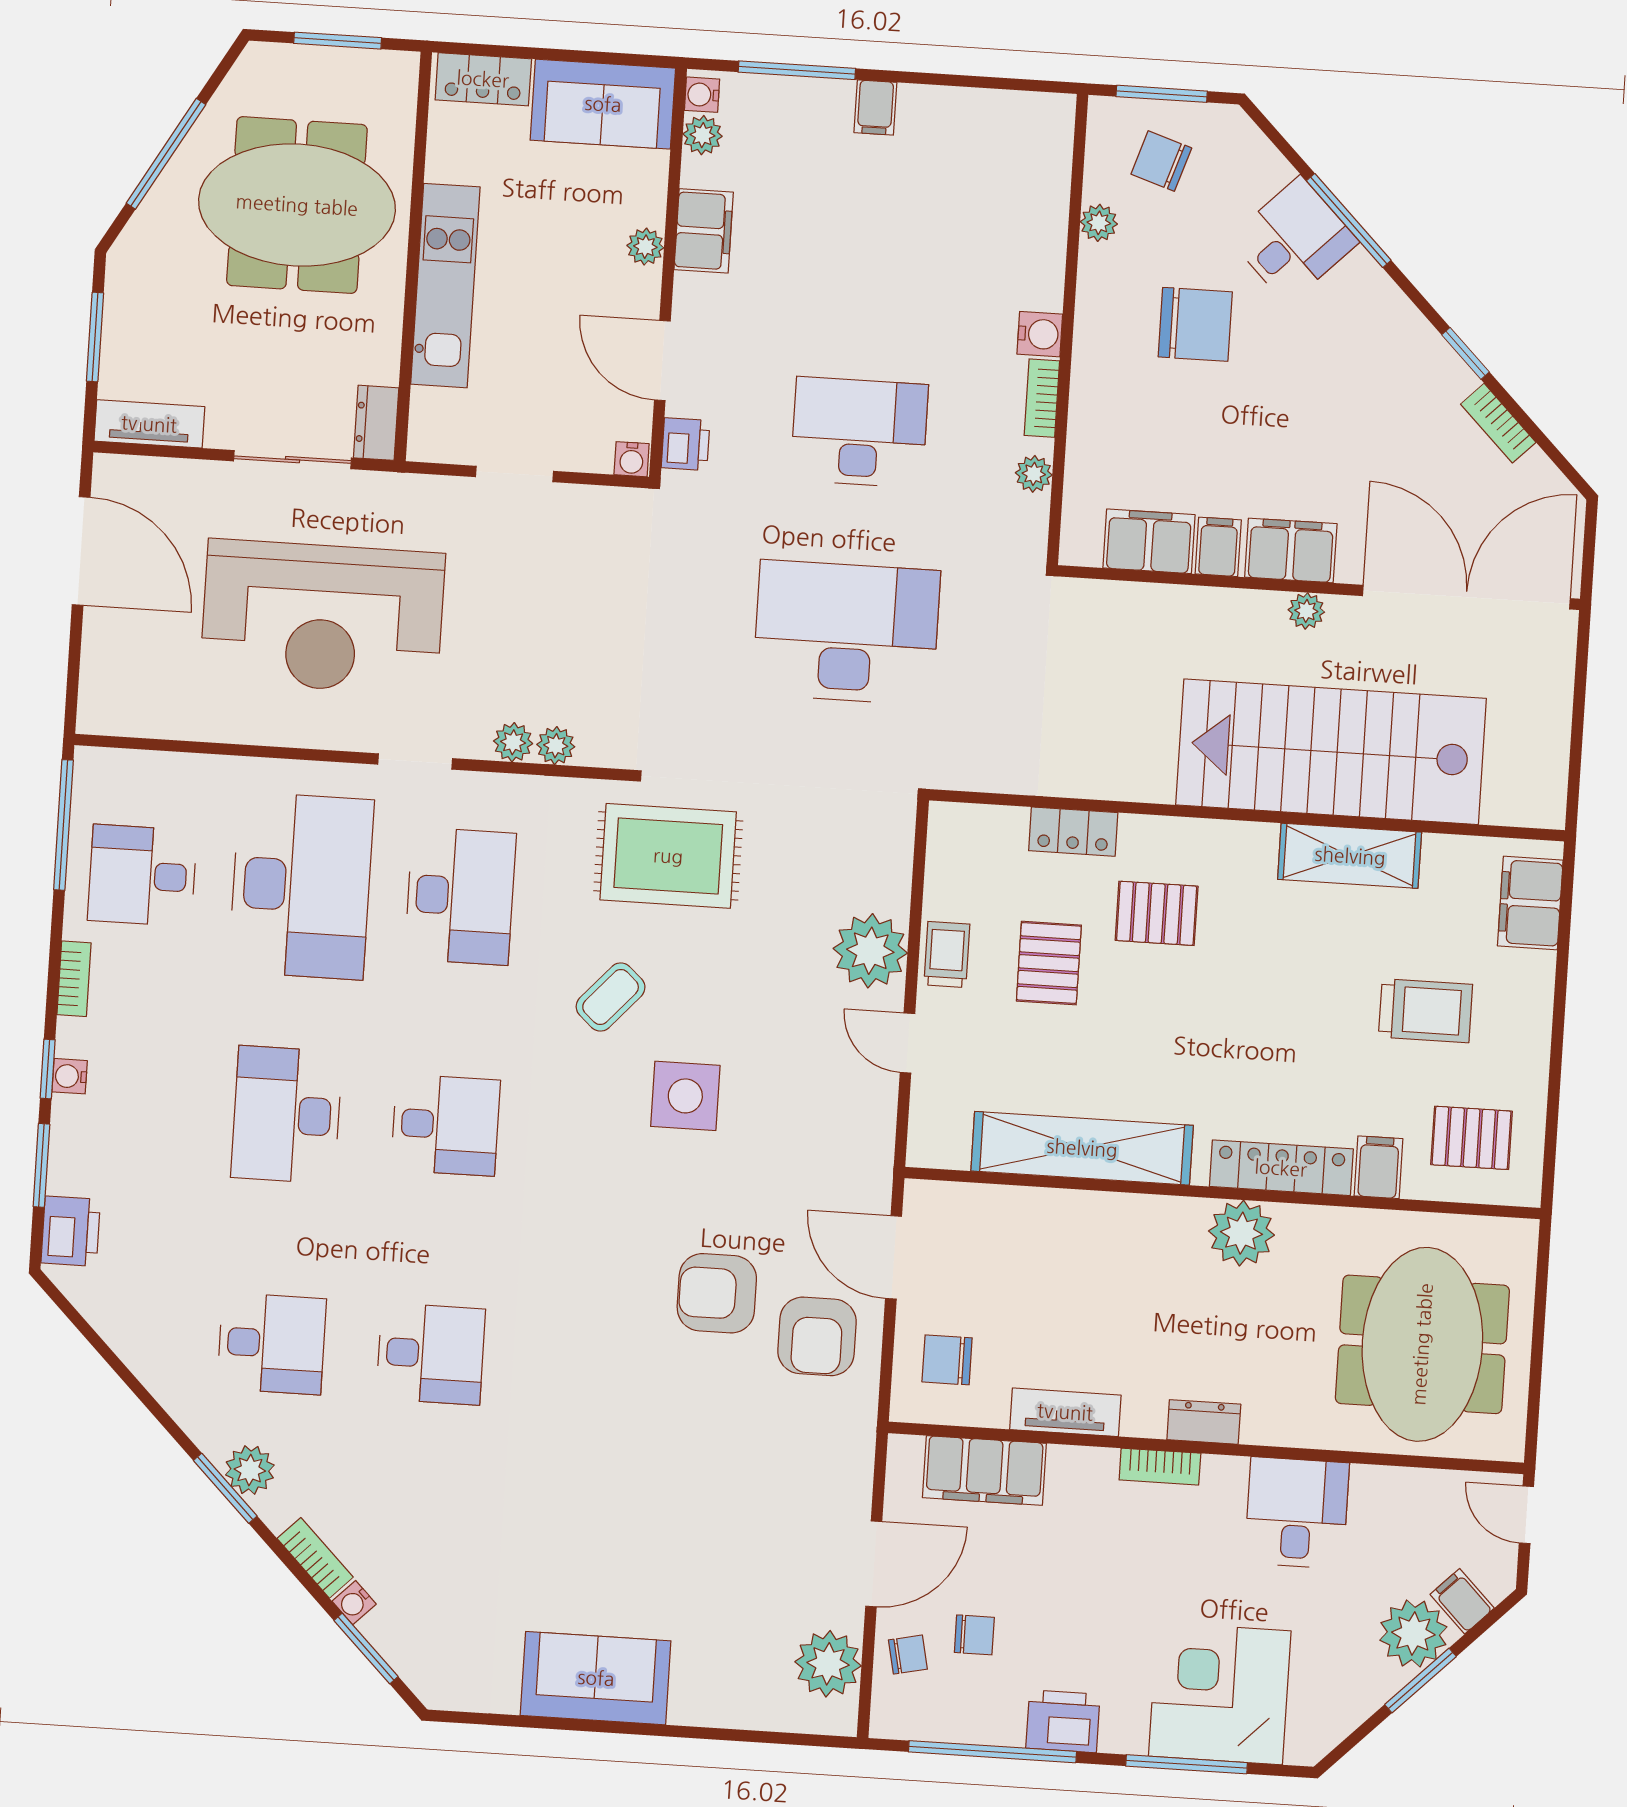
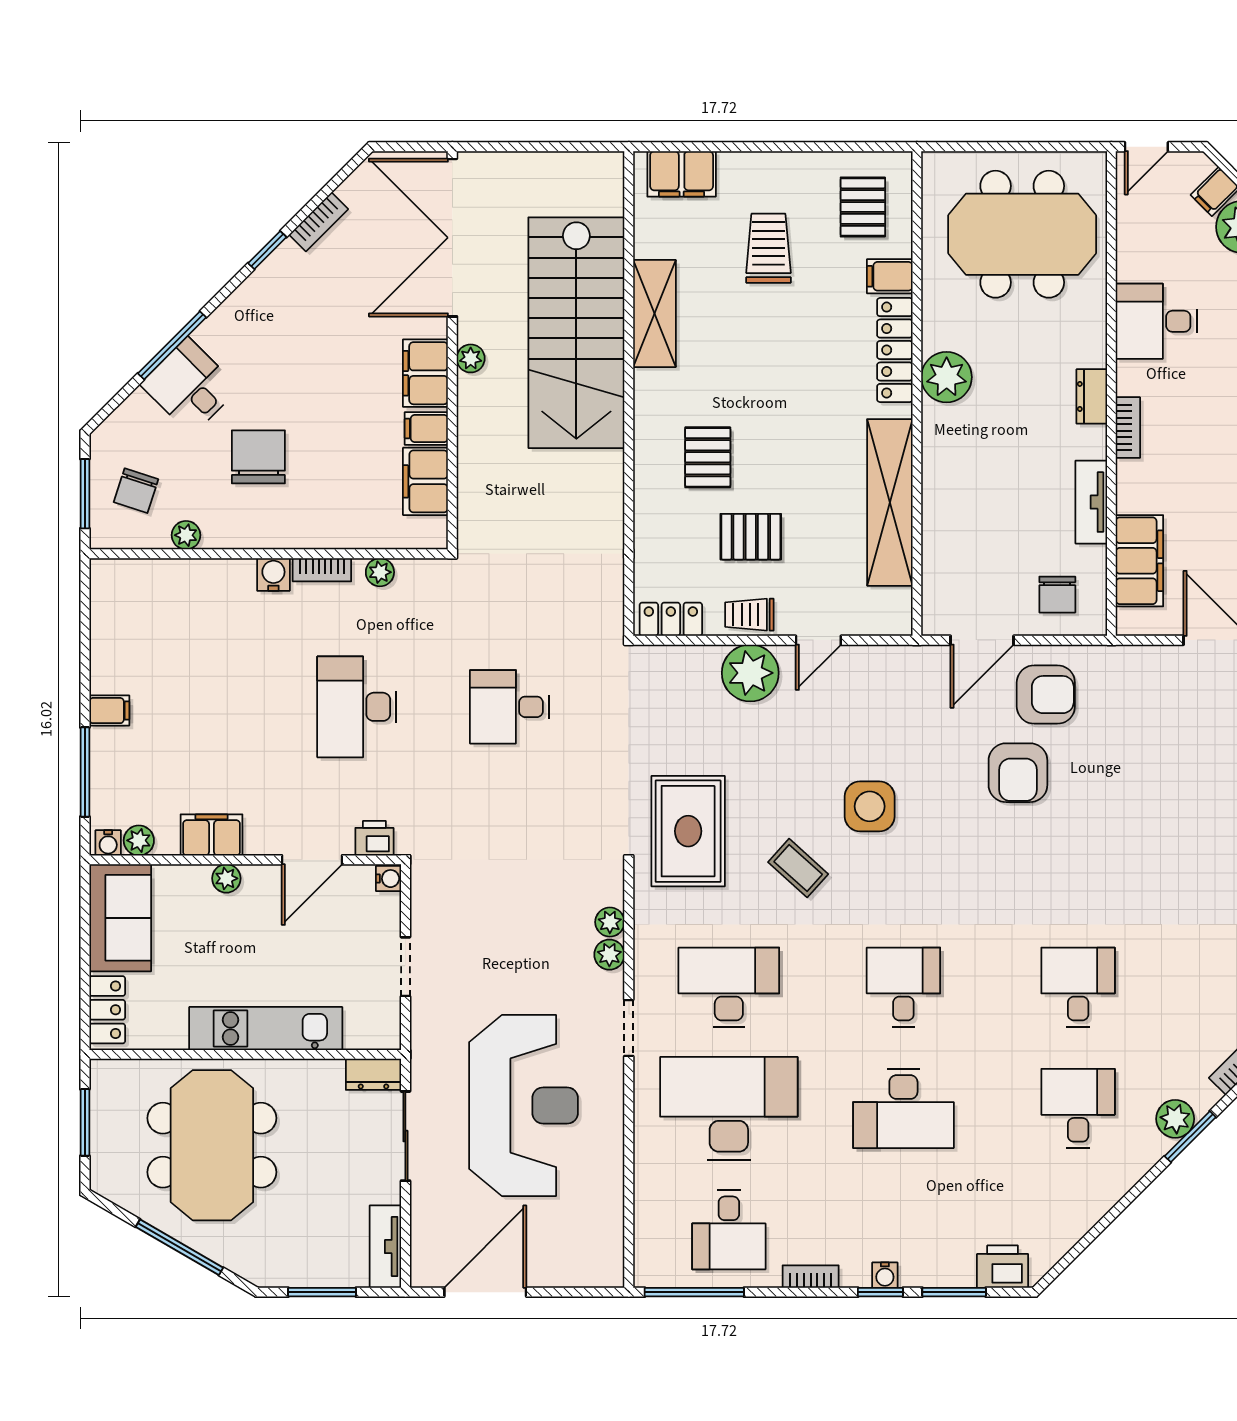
desk: (846, 632) -> (510, 707), width x0.53, depth x0.77
locker: (1073, 832) -> (671, 619), moved, turned -90

